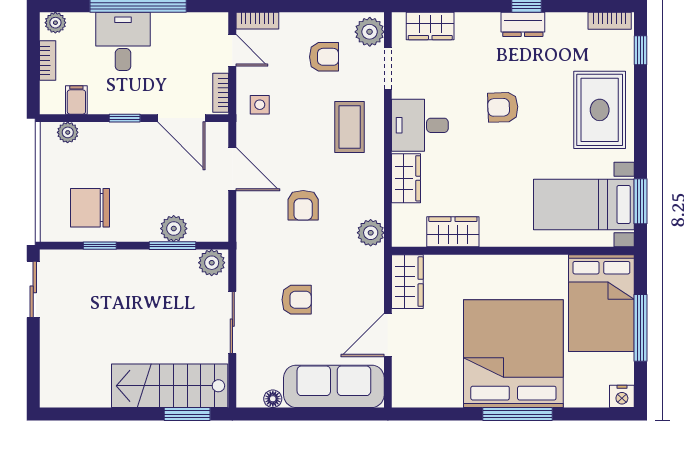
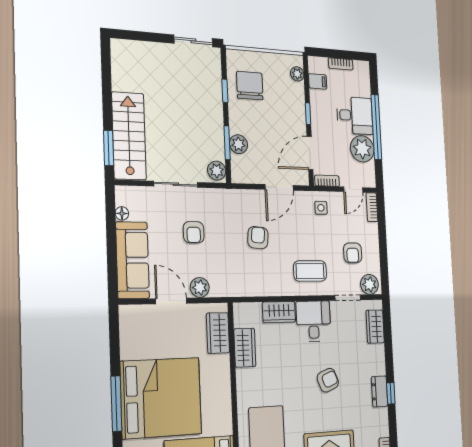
plant: (55, 23) -> (362, 149), moved, width x1.88, depth x1.88
armchair: (503, 107) -> (328, 380), turned 71
armchair: (303, 205) -> (258, 238), turned 95
plant: (371, 233) -> (200, 287), moved
wardrobe: (407, 282) -> (218, 333), moved, turned 90

